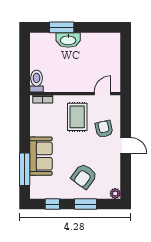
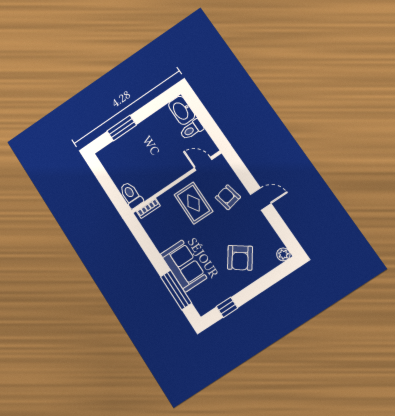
washbasin: (68, 40) -> (182, 110), moved, turned 90
toilet: (111, 64) -> (192, 130), added
door: (103, 94) -> (203, 164), hinge flipped
window: (85, 204) -> (261, 285), removed

